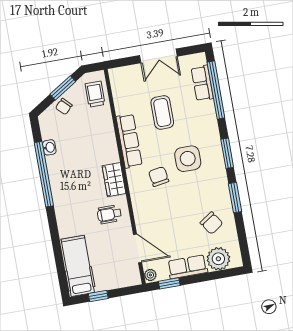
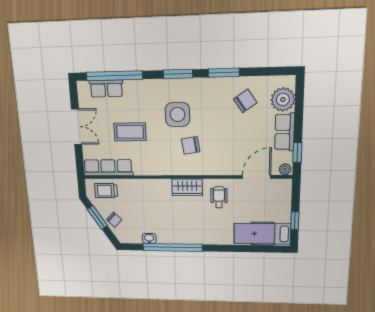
row of seats: (129, 141) -> (108, 168), moved
wheelchair: (109, 214) -> (219, 197), turned 180

